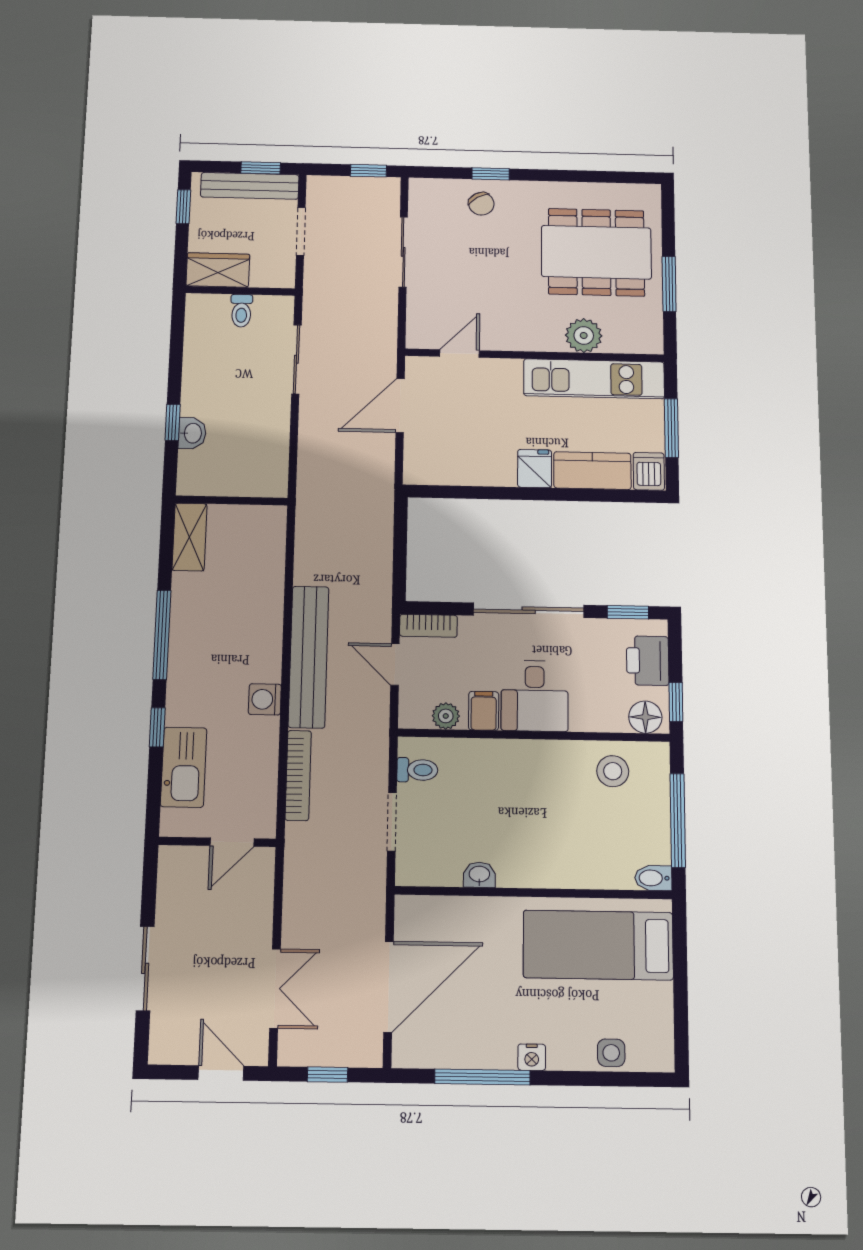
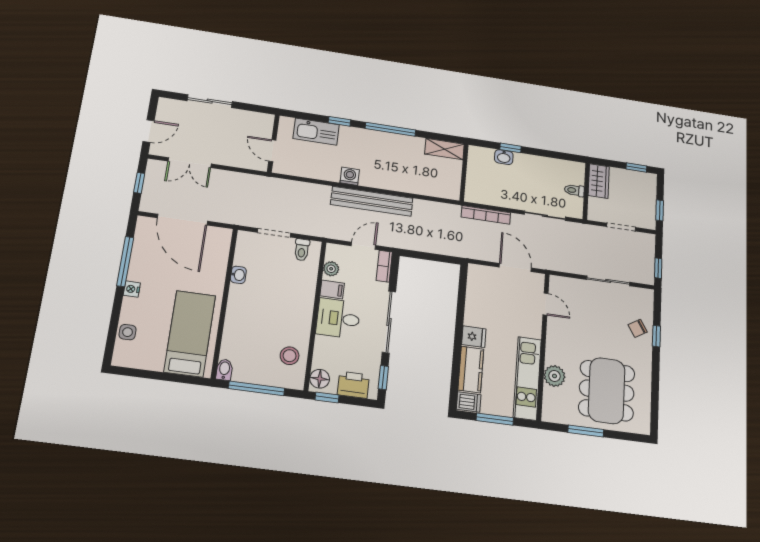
bench: (250, 186) -> (649, 203), removed
bookcase: (298, 775) -> (486, 215), moved

